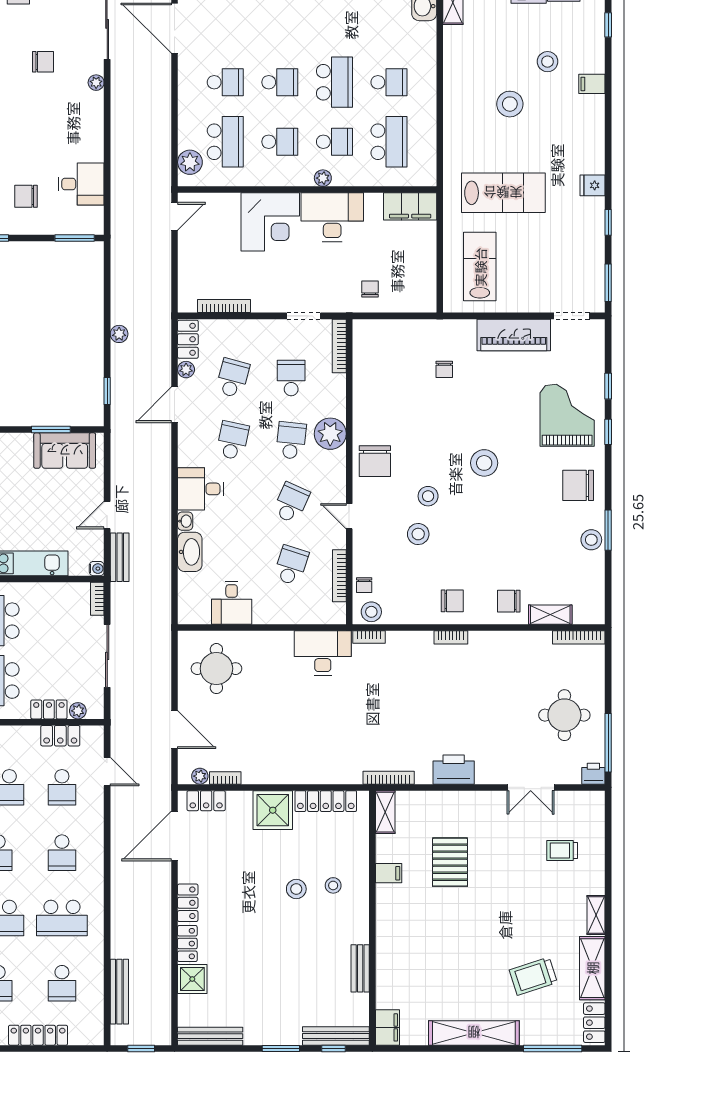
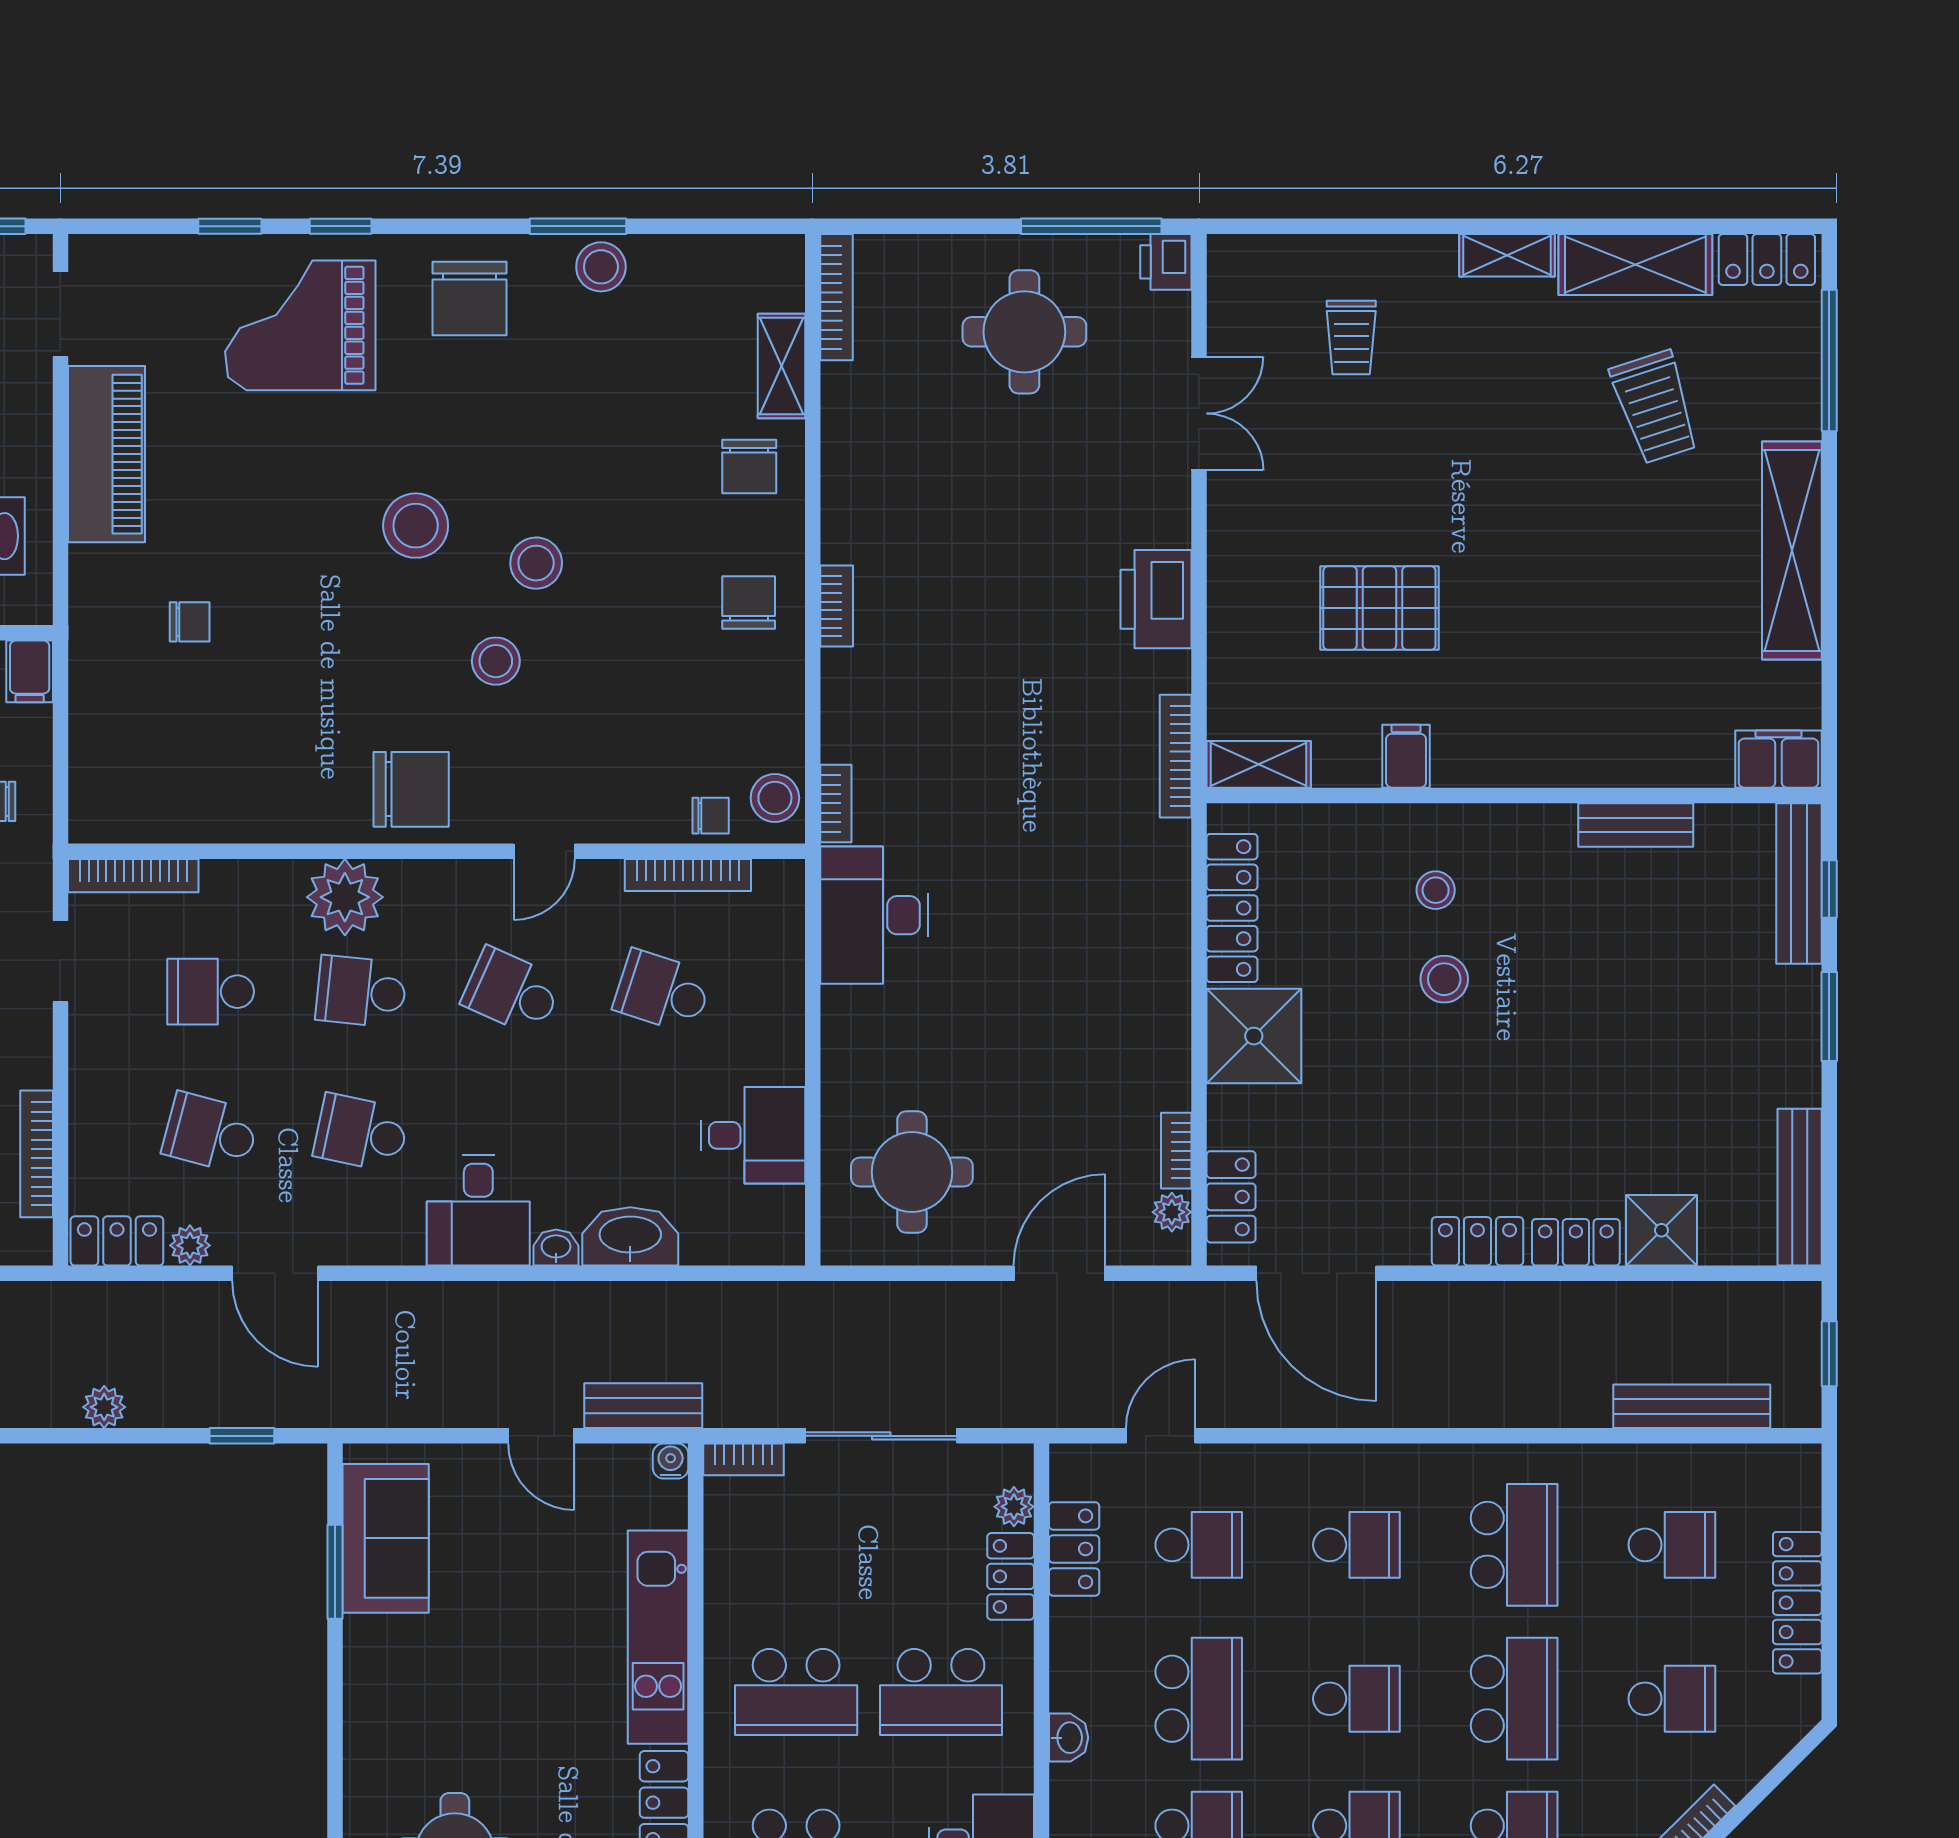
filing cabinet: (424, 303) -> (30, 671), added
stool: (418, 534) -> (536, 563), moved

